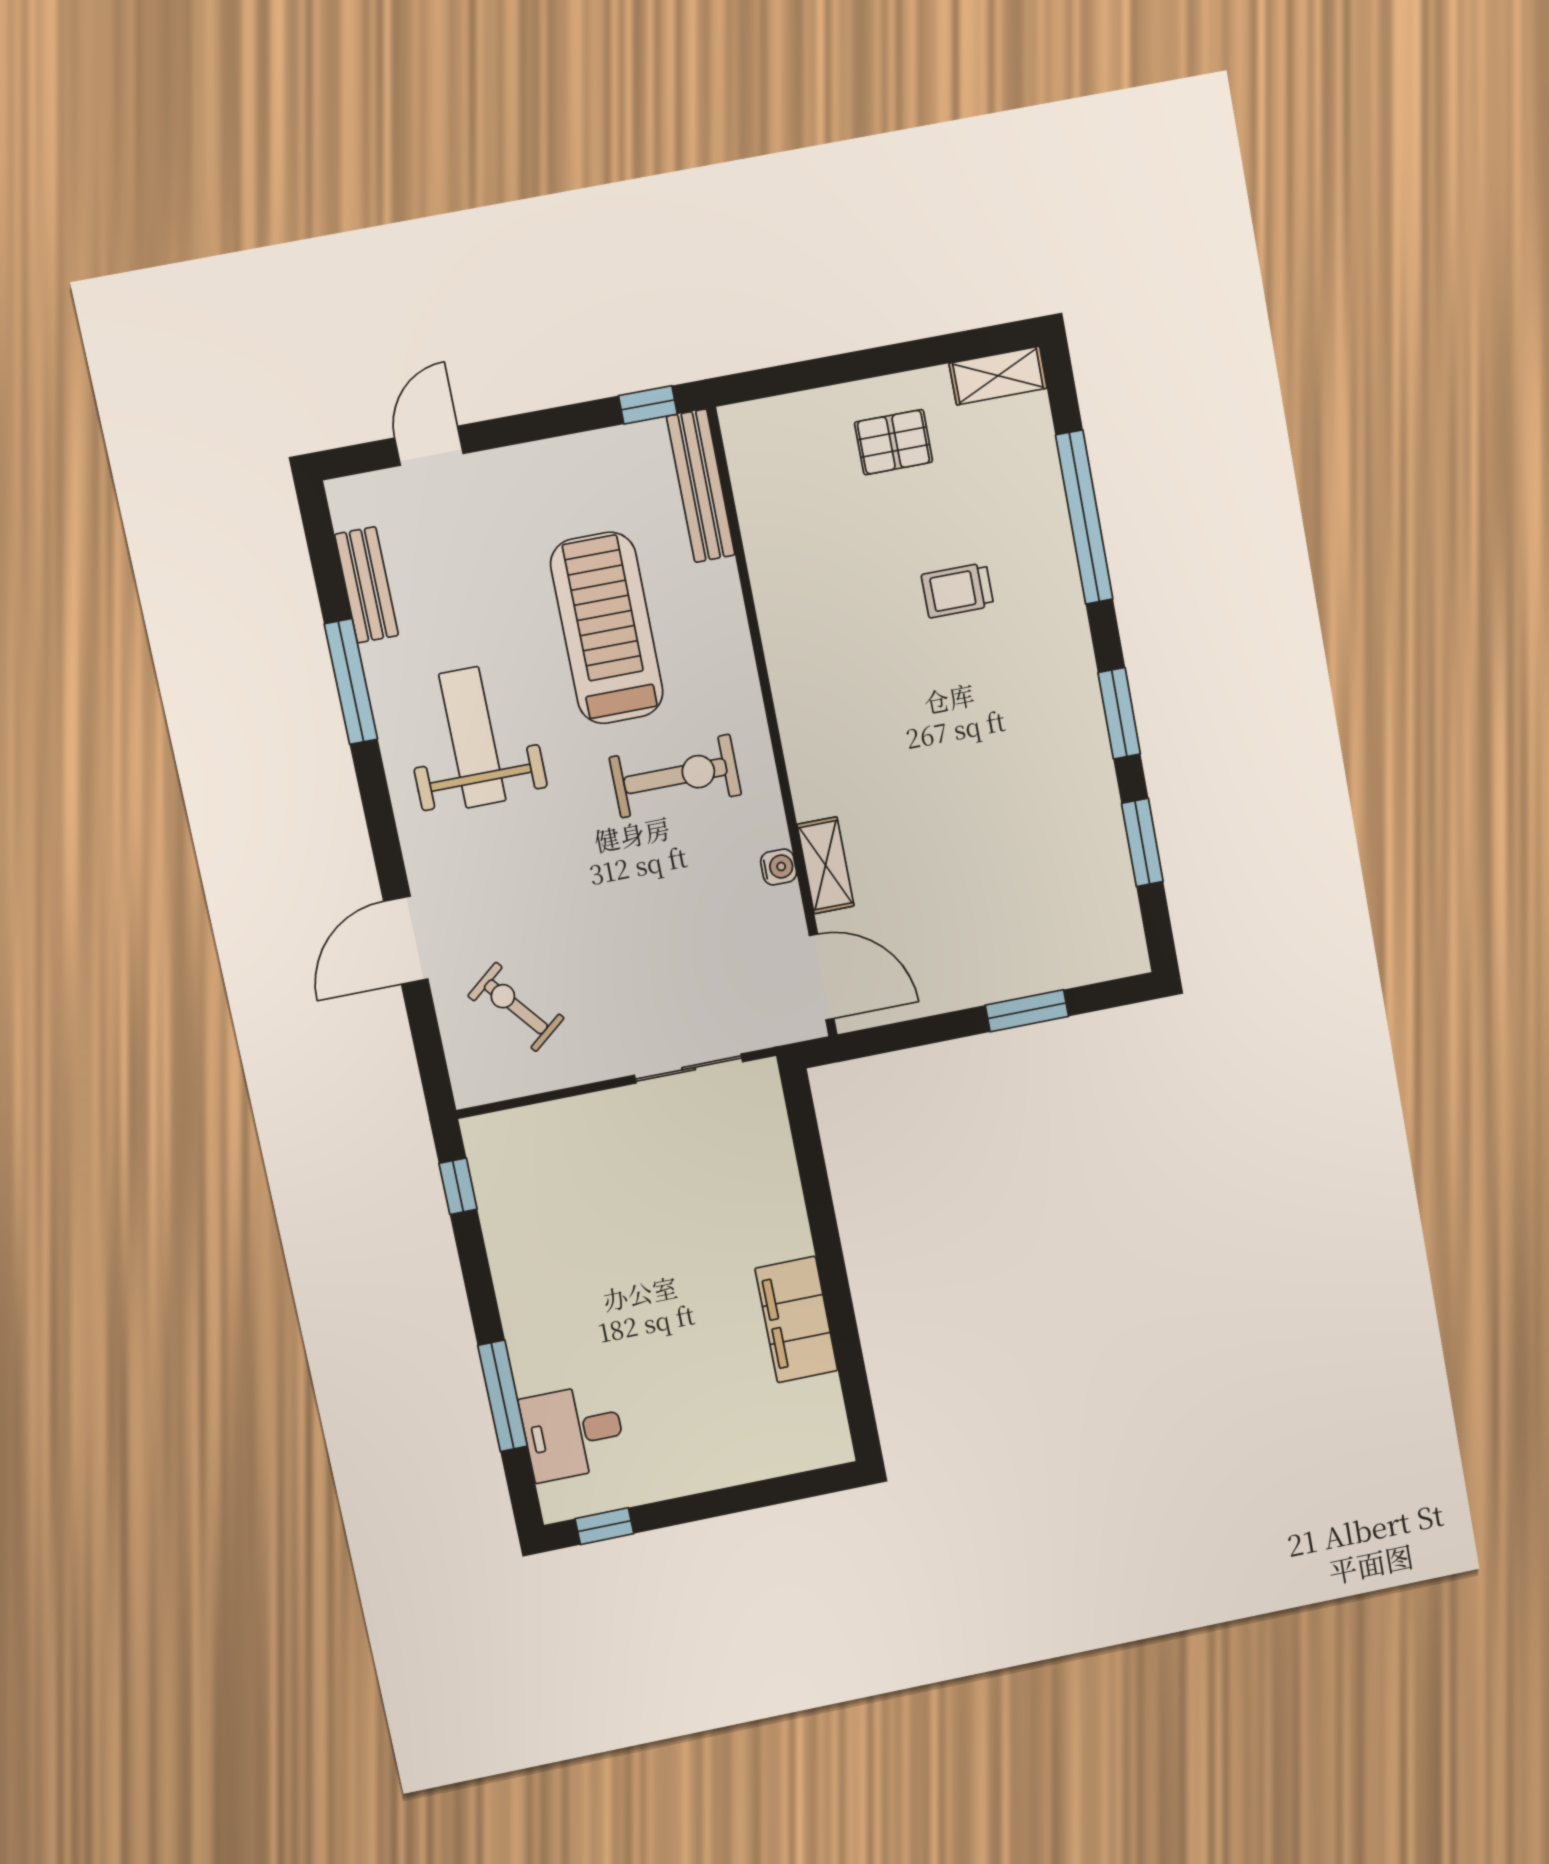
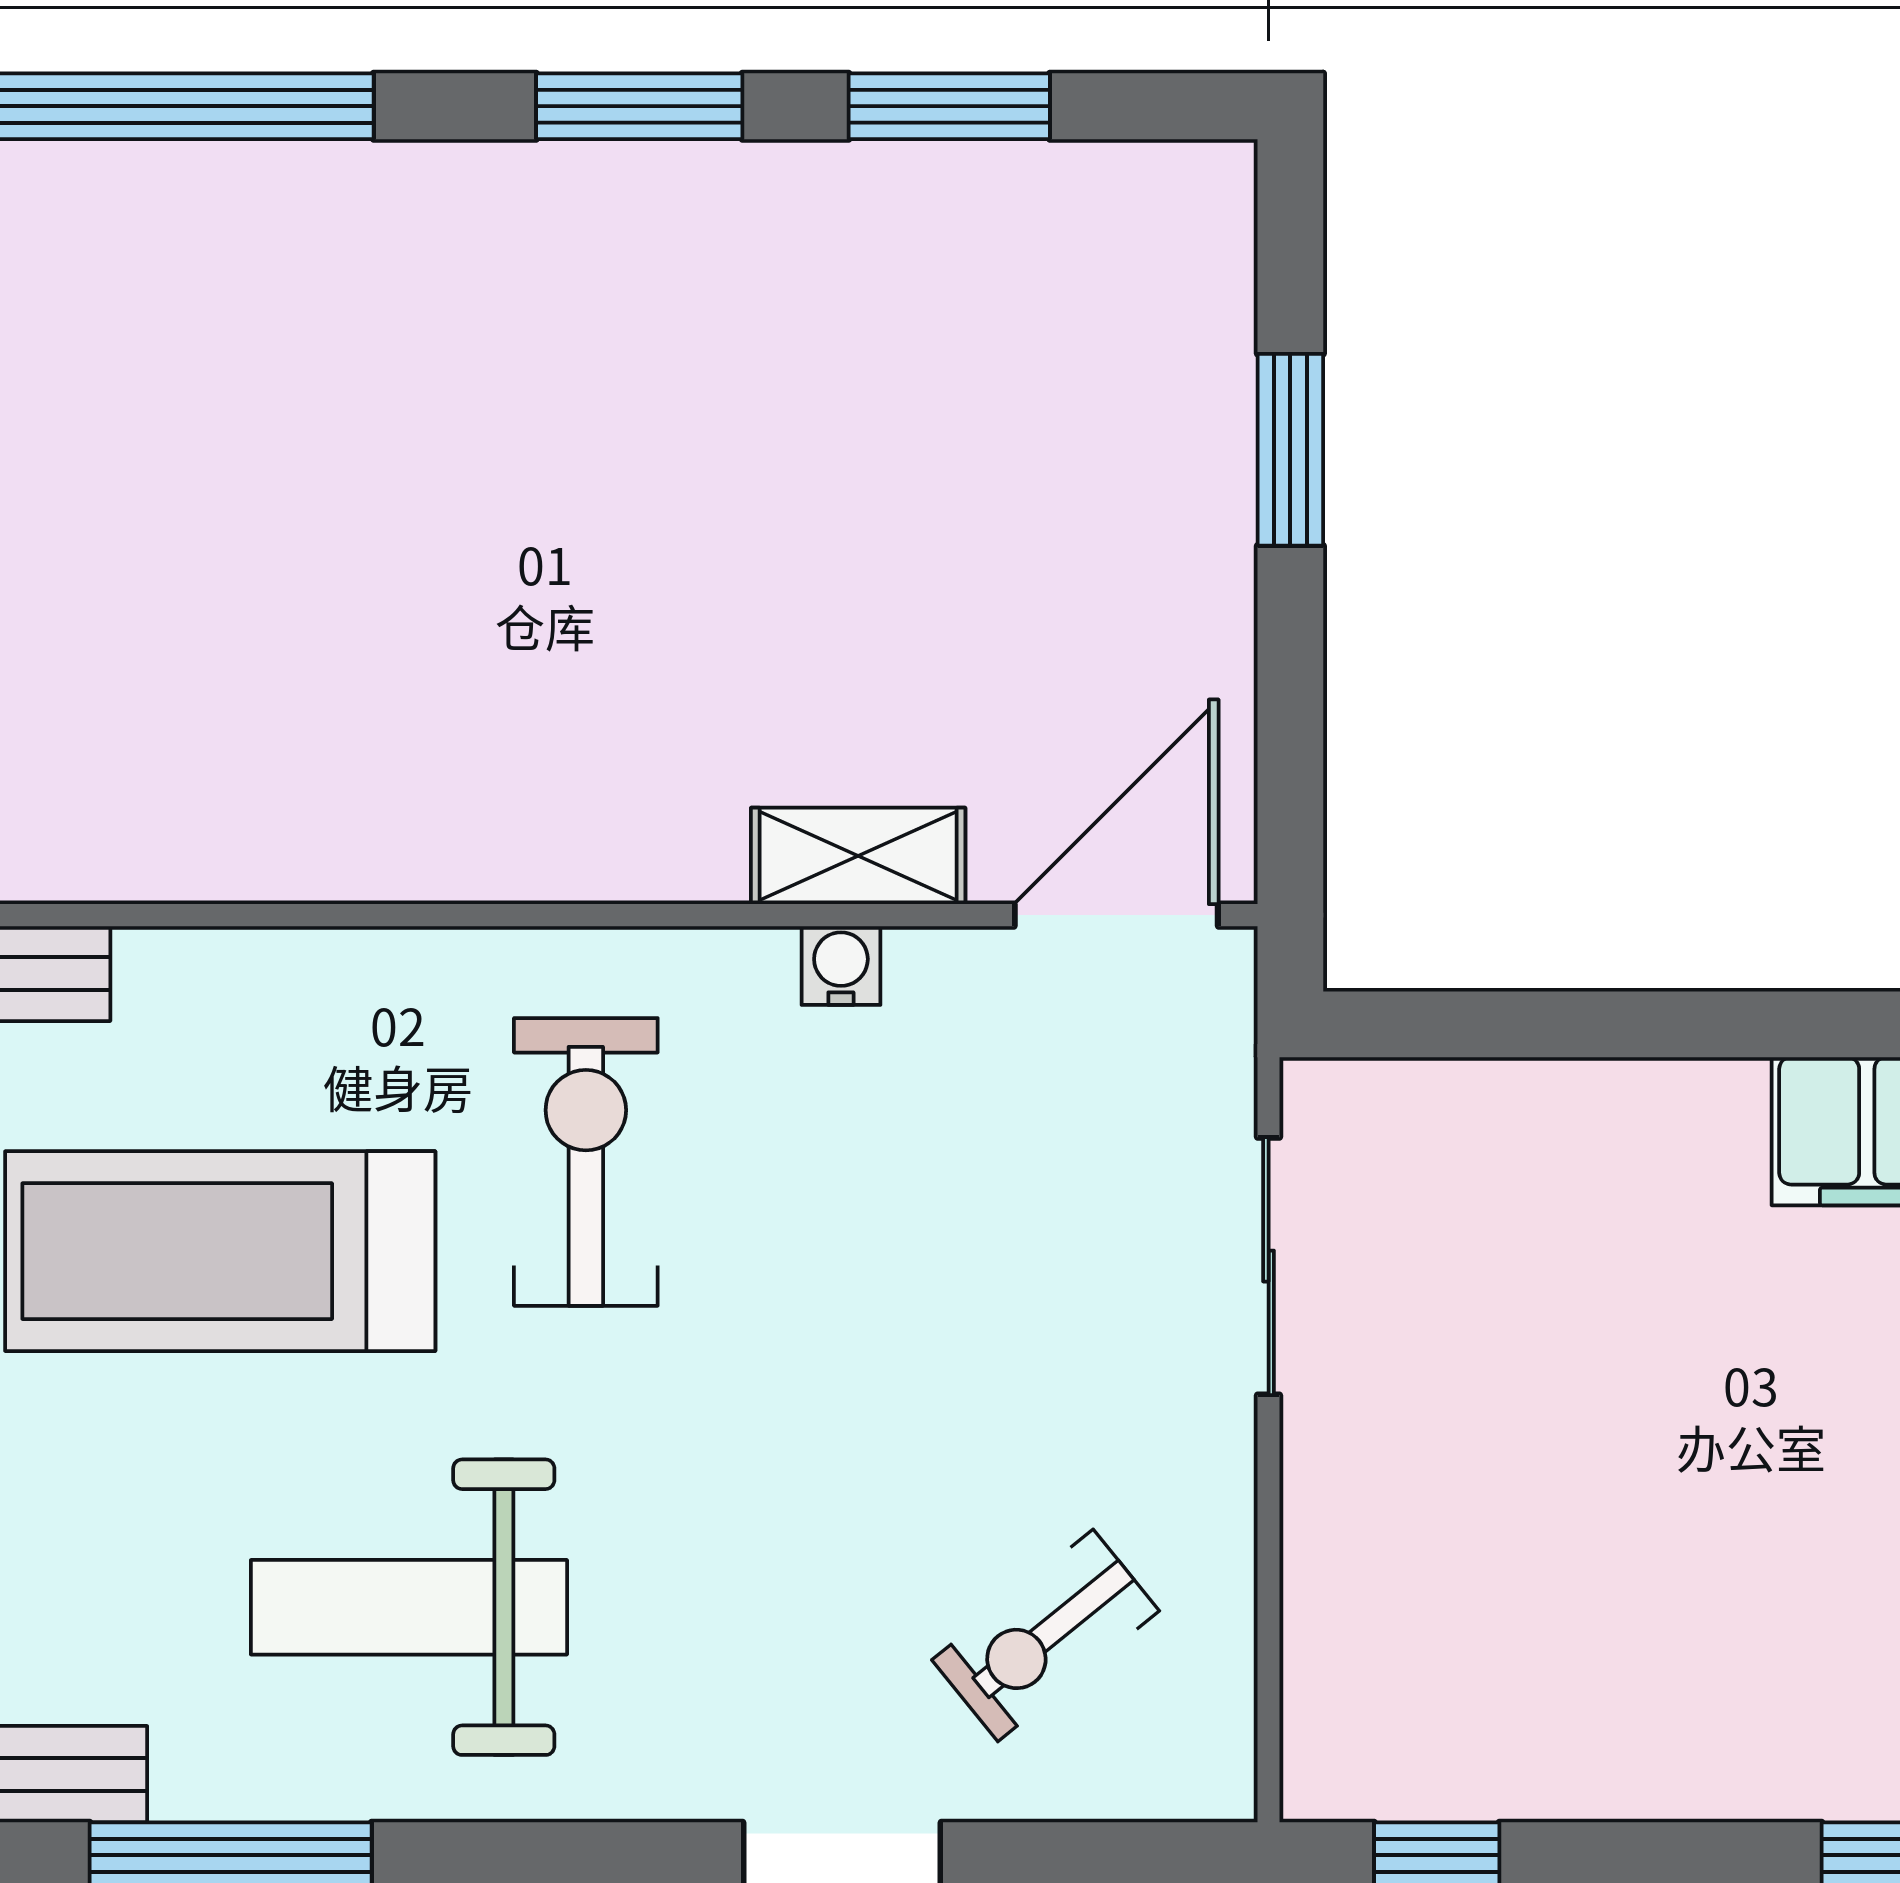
trolley: (957, 590) -> (286, 430), removed

